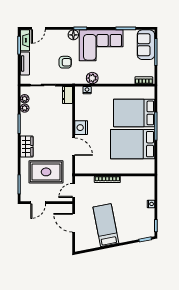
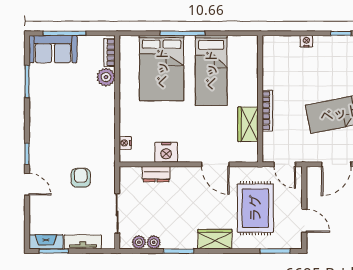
door: (38, 28) -> (27, 184), moved
floor lamp: (73, 35) -> (37, 165), removed
corner sofa: (101, 45) -> (54, 120), removed
plant: (92, 78) -> (106, 77), moved
dresser: (67, 95) -> (156, 174), moved
nightstand: (81, 128) -> (166, 152), moved
bed: (133, 144) -> (211, 70), width x0.67
door: (74, 147) -> (215, 164), swing flipped
wardrobe: (99, 167) -> (248, 124), added

